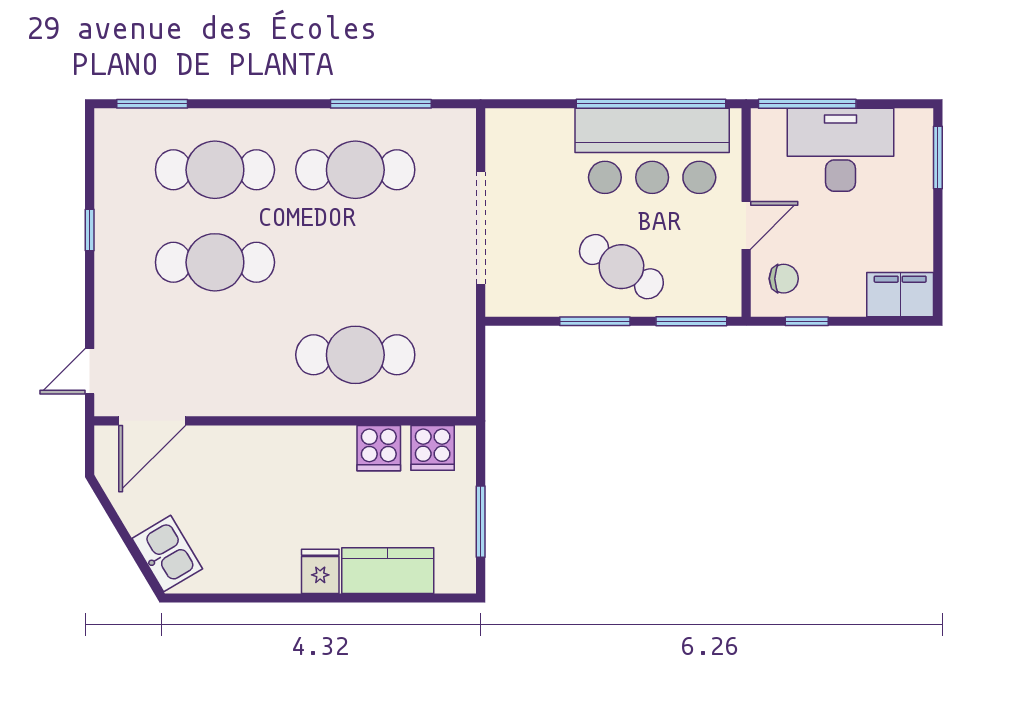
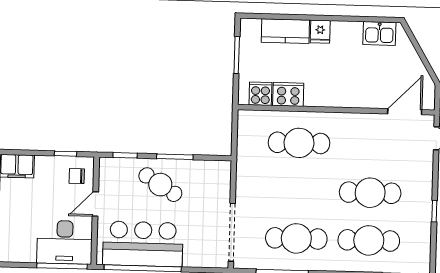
desk: (840, 150) -> (65, 242), moved
doorway: (481, 228) -> (232, 232), moved
window: (691, 321) -> (125, 155), width x0.67
cooker: (379, 448) -> (288, 94), width x1.36
kitchen sink: (167, 554) -> (379, 34), moved, turned -59

